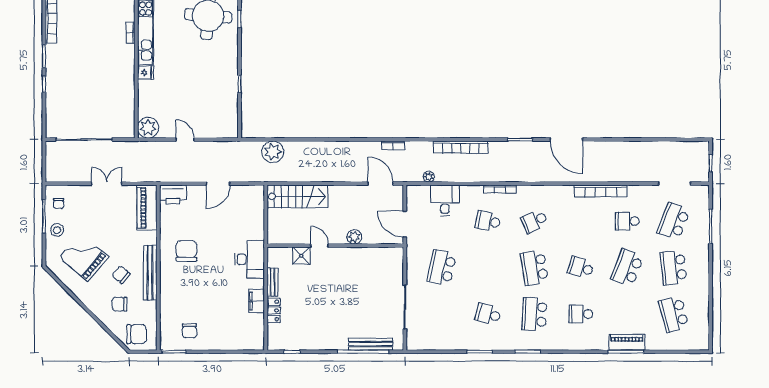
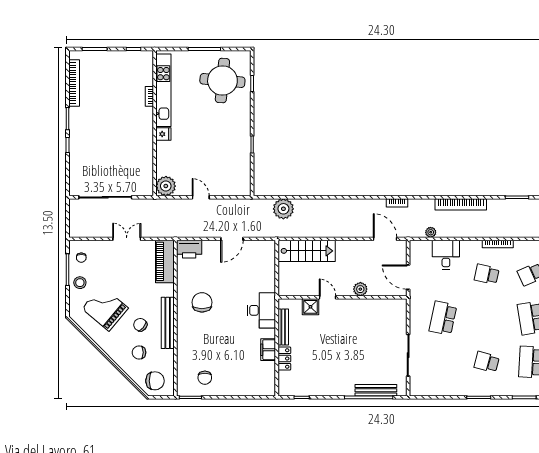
bench: (272, 282) -> (283, 327), width x1.36

